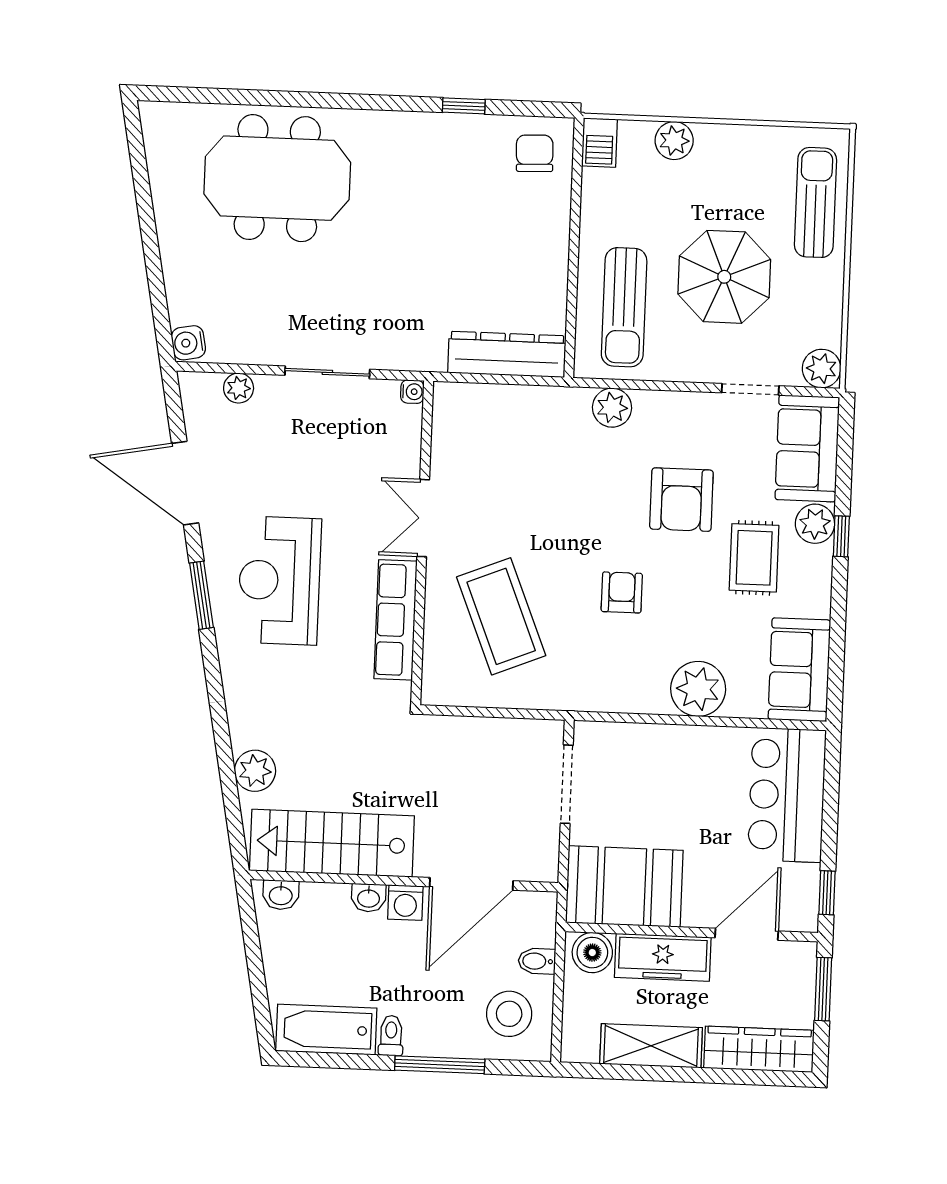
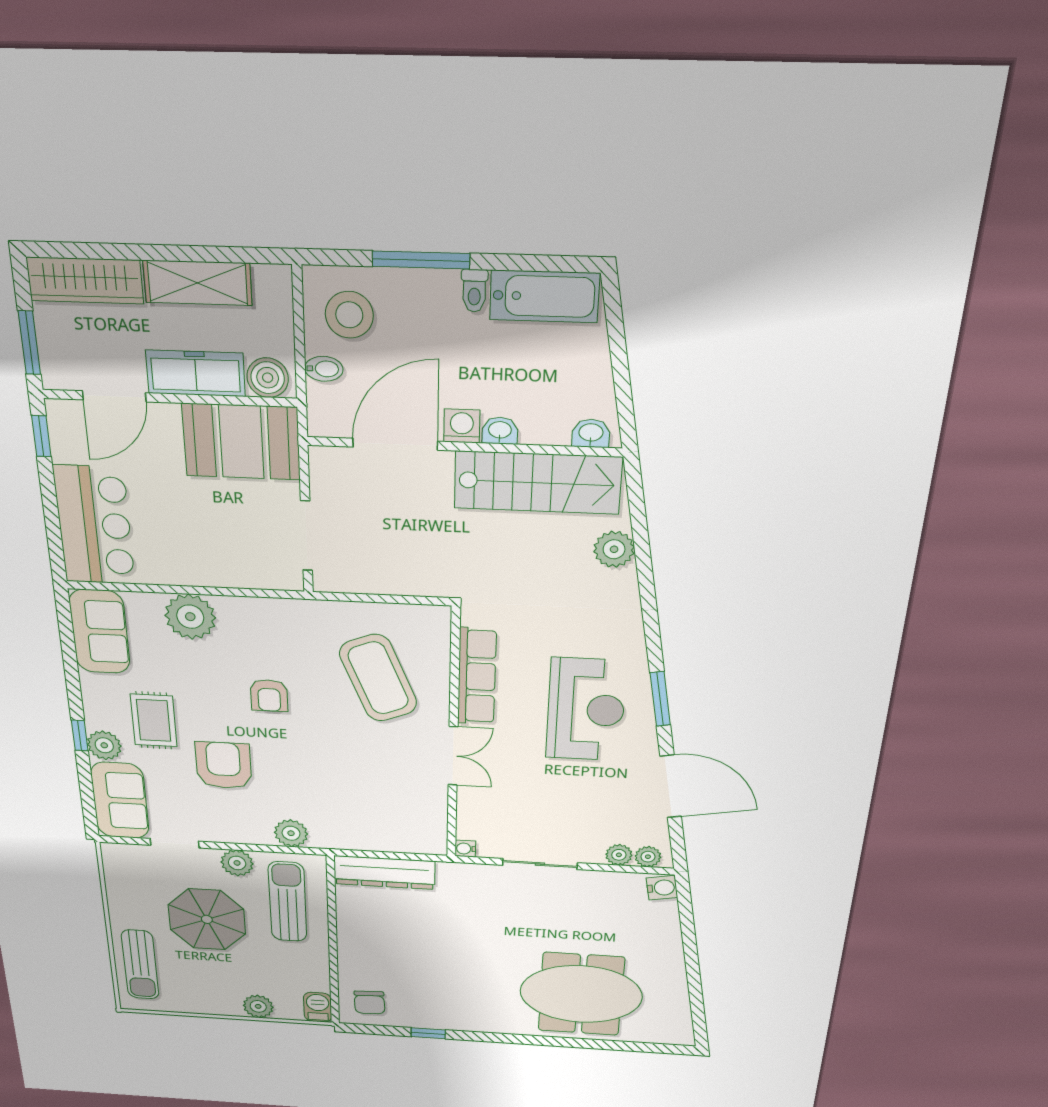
plant: (822, 369) -> (237, 863), moved
plant: (206, 386) -> (648, 857), added

